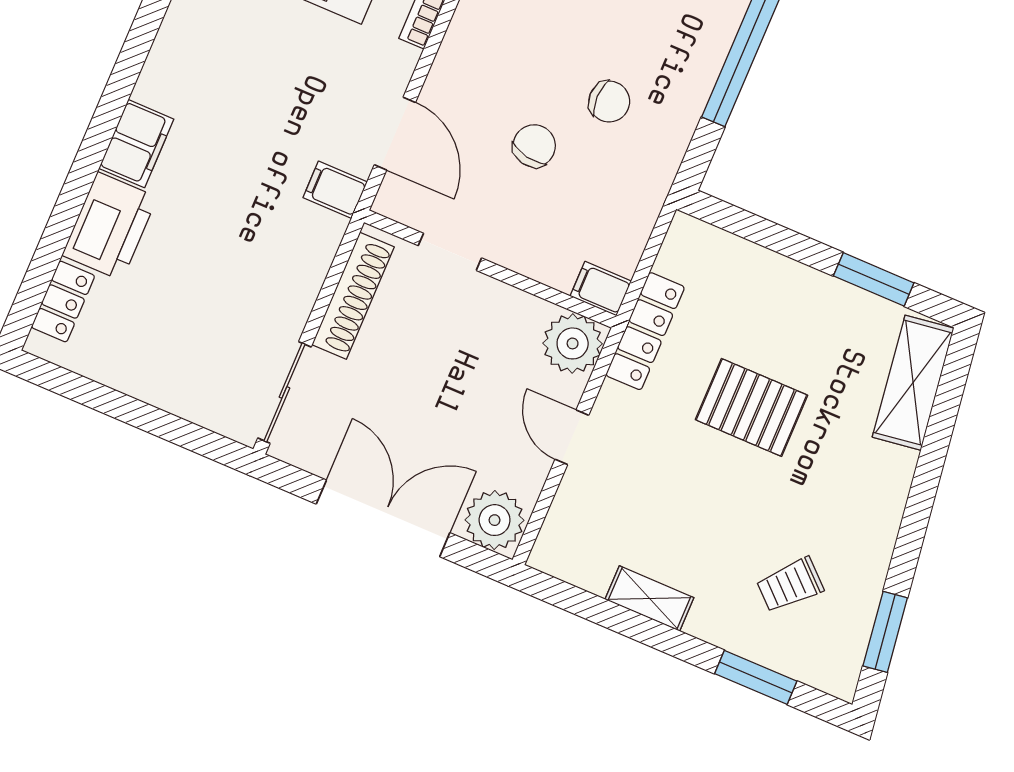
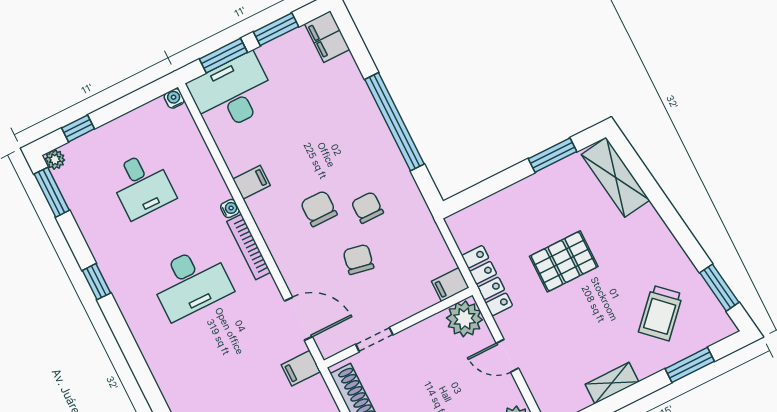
chair: (556, 41) -> (319, 209), added
chair: (609, 102) -> (367, 207), turned -90
trolley: (790, 585) -> (661, 313), width x1.36, depth x1.39

